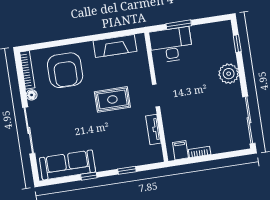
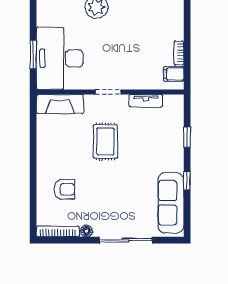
desk: (171, 45) -> (60, 58), width x1.36, depth x1.30
fireplace: (115, 46) -> (60, 104), moved, turned 90
armchair: (65, 70) -> (65, 189), width x0.53, depth x0.53

